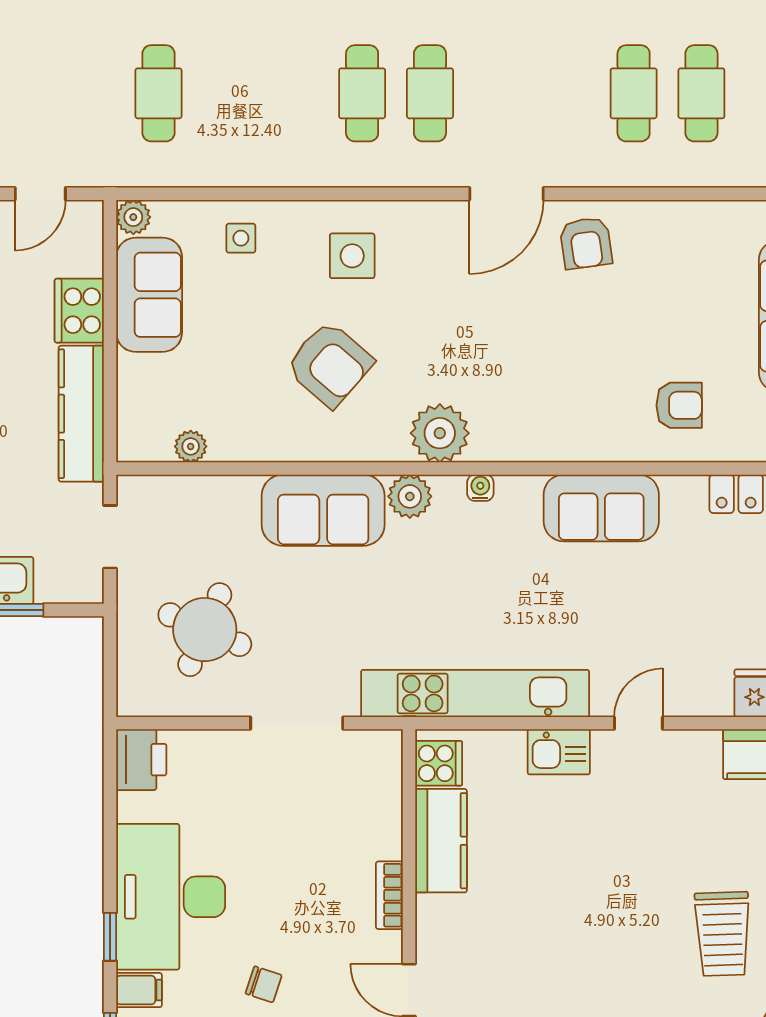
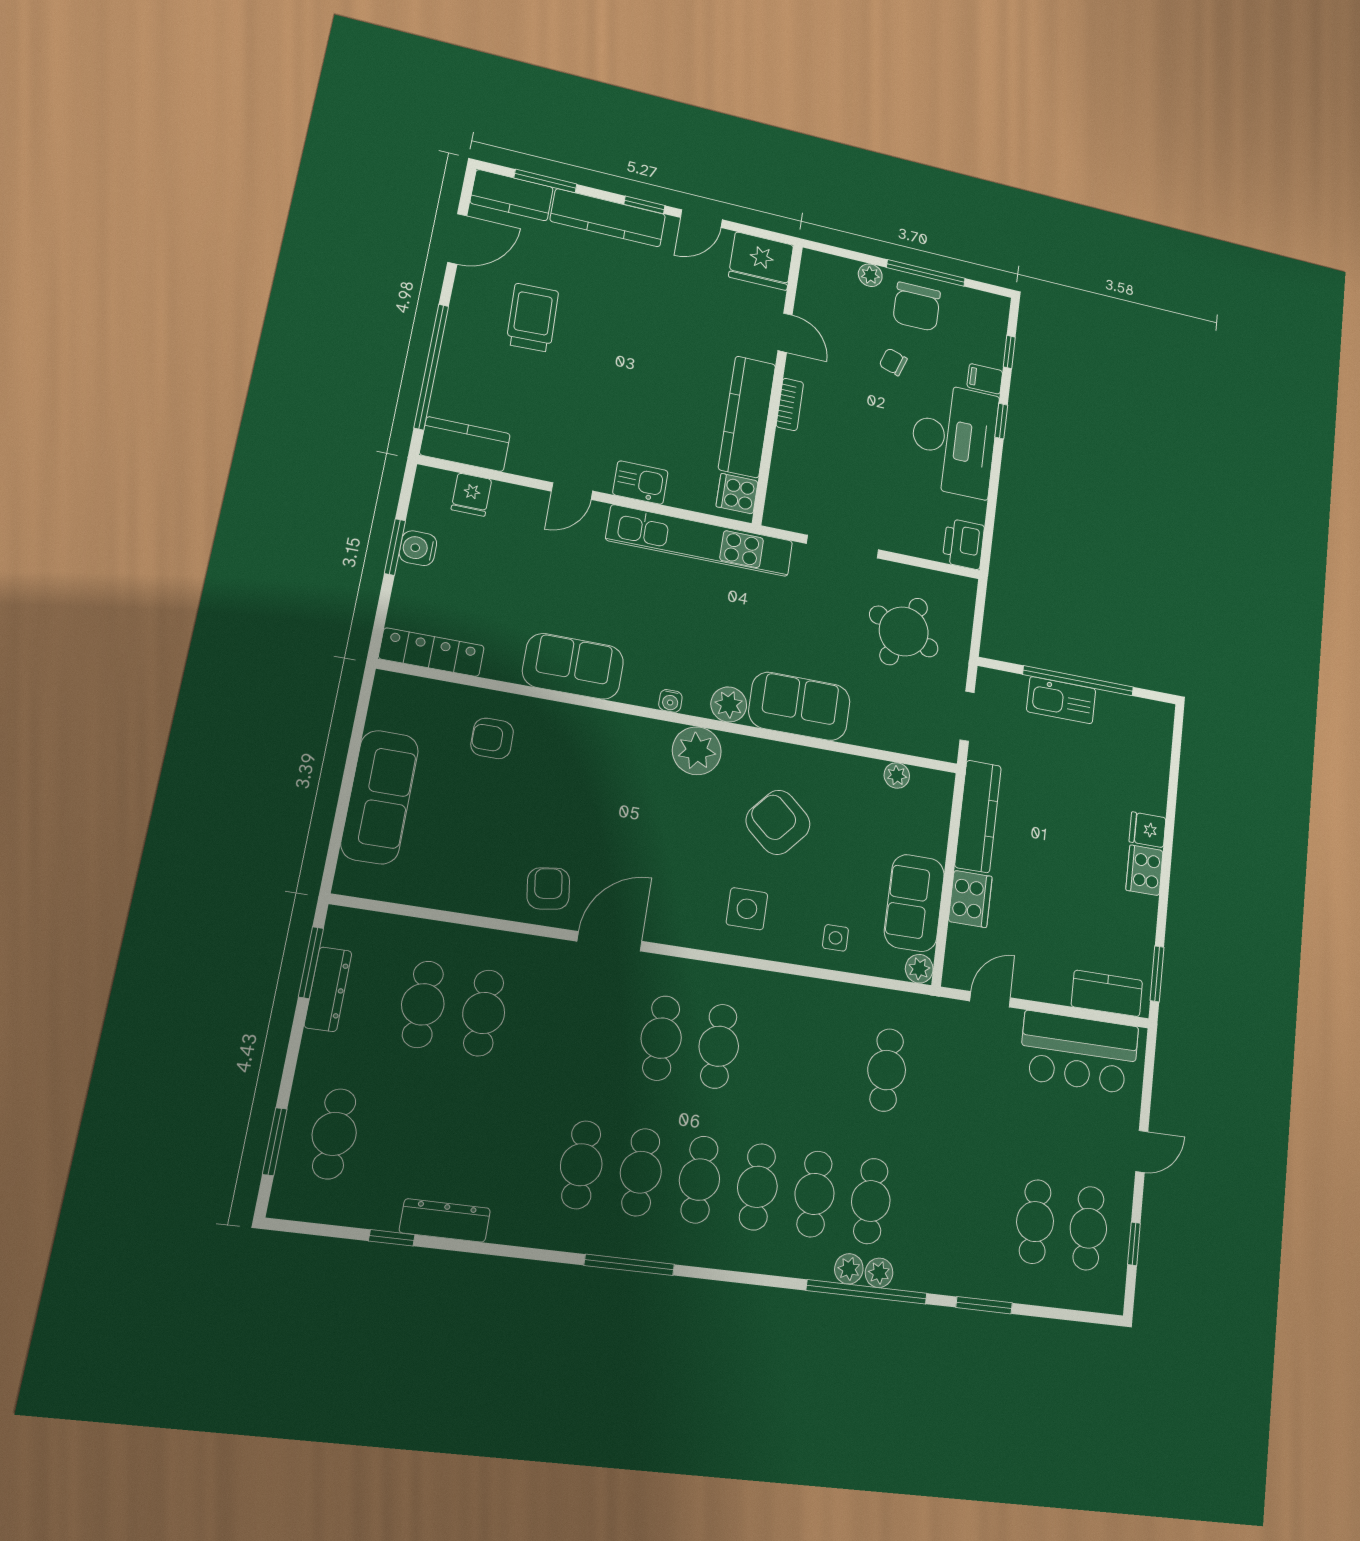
kitchen counter: (441, 841) -> (747, 417), width x1.50

